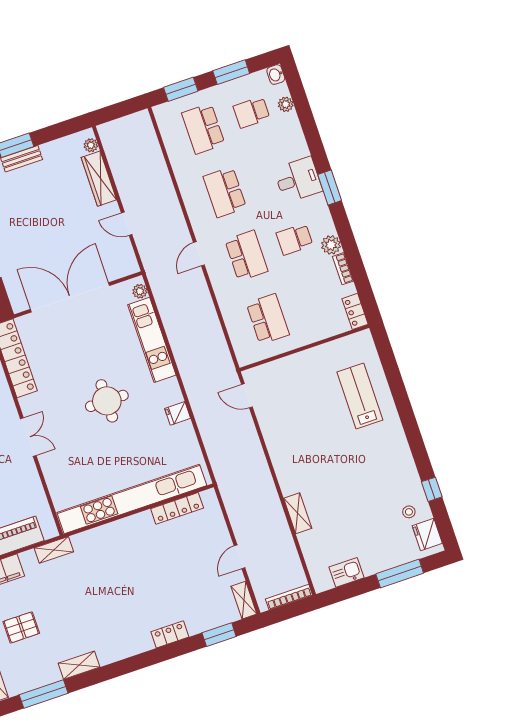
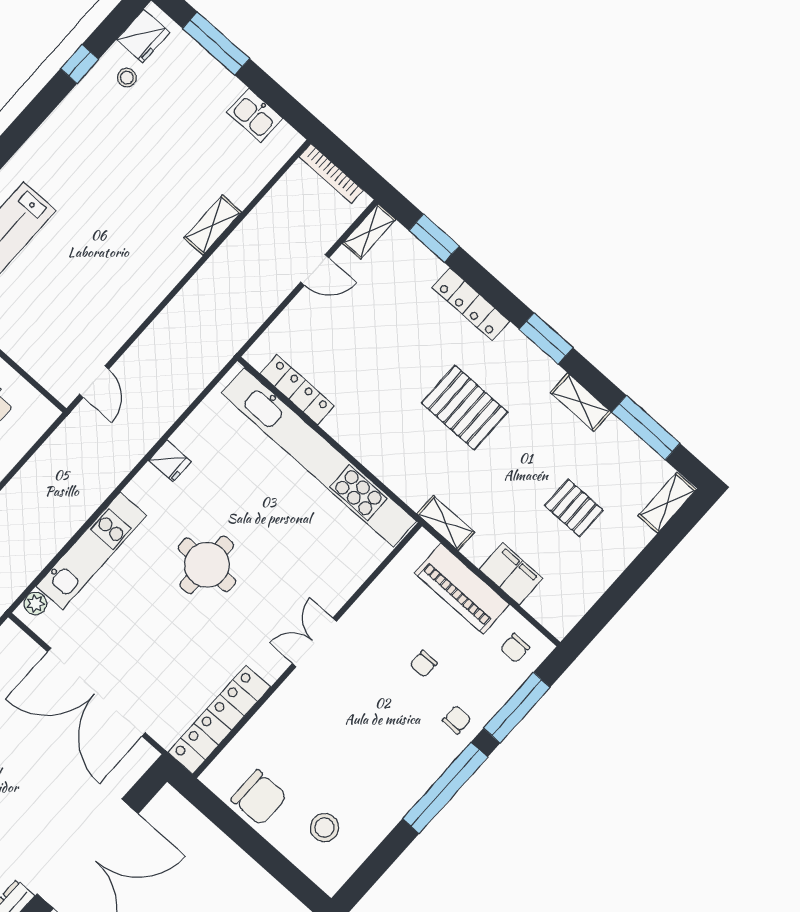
pallet: (113, 598) -> (465, 408), added
locker: (170, 634) -> (471, 304), width x1.53
window: (126, 666) -> (546, 338), added

